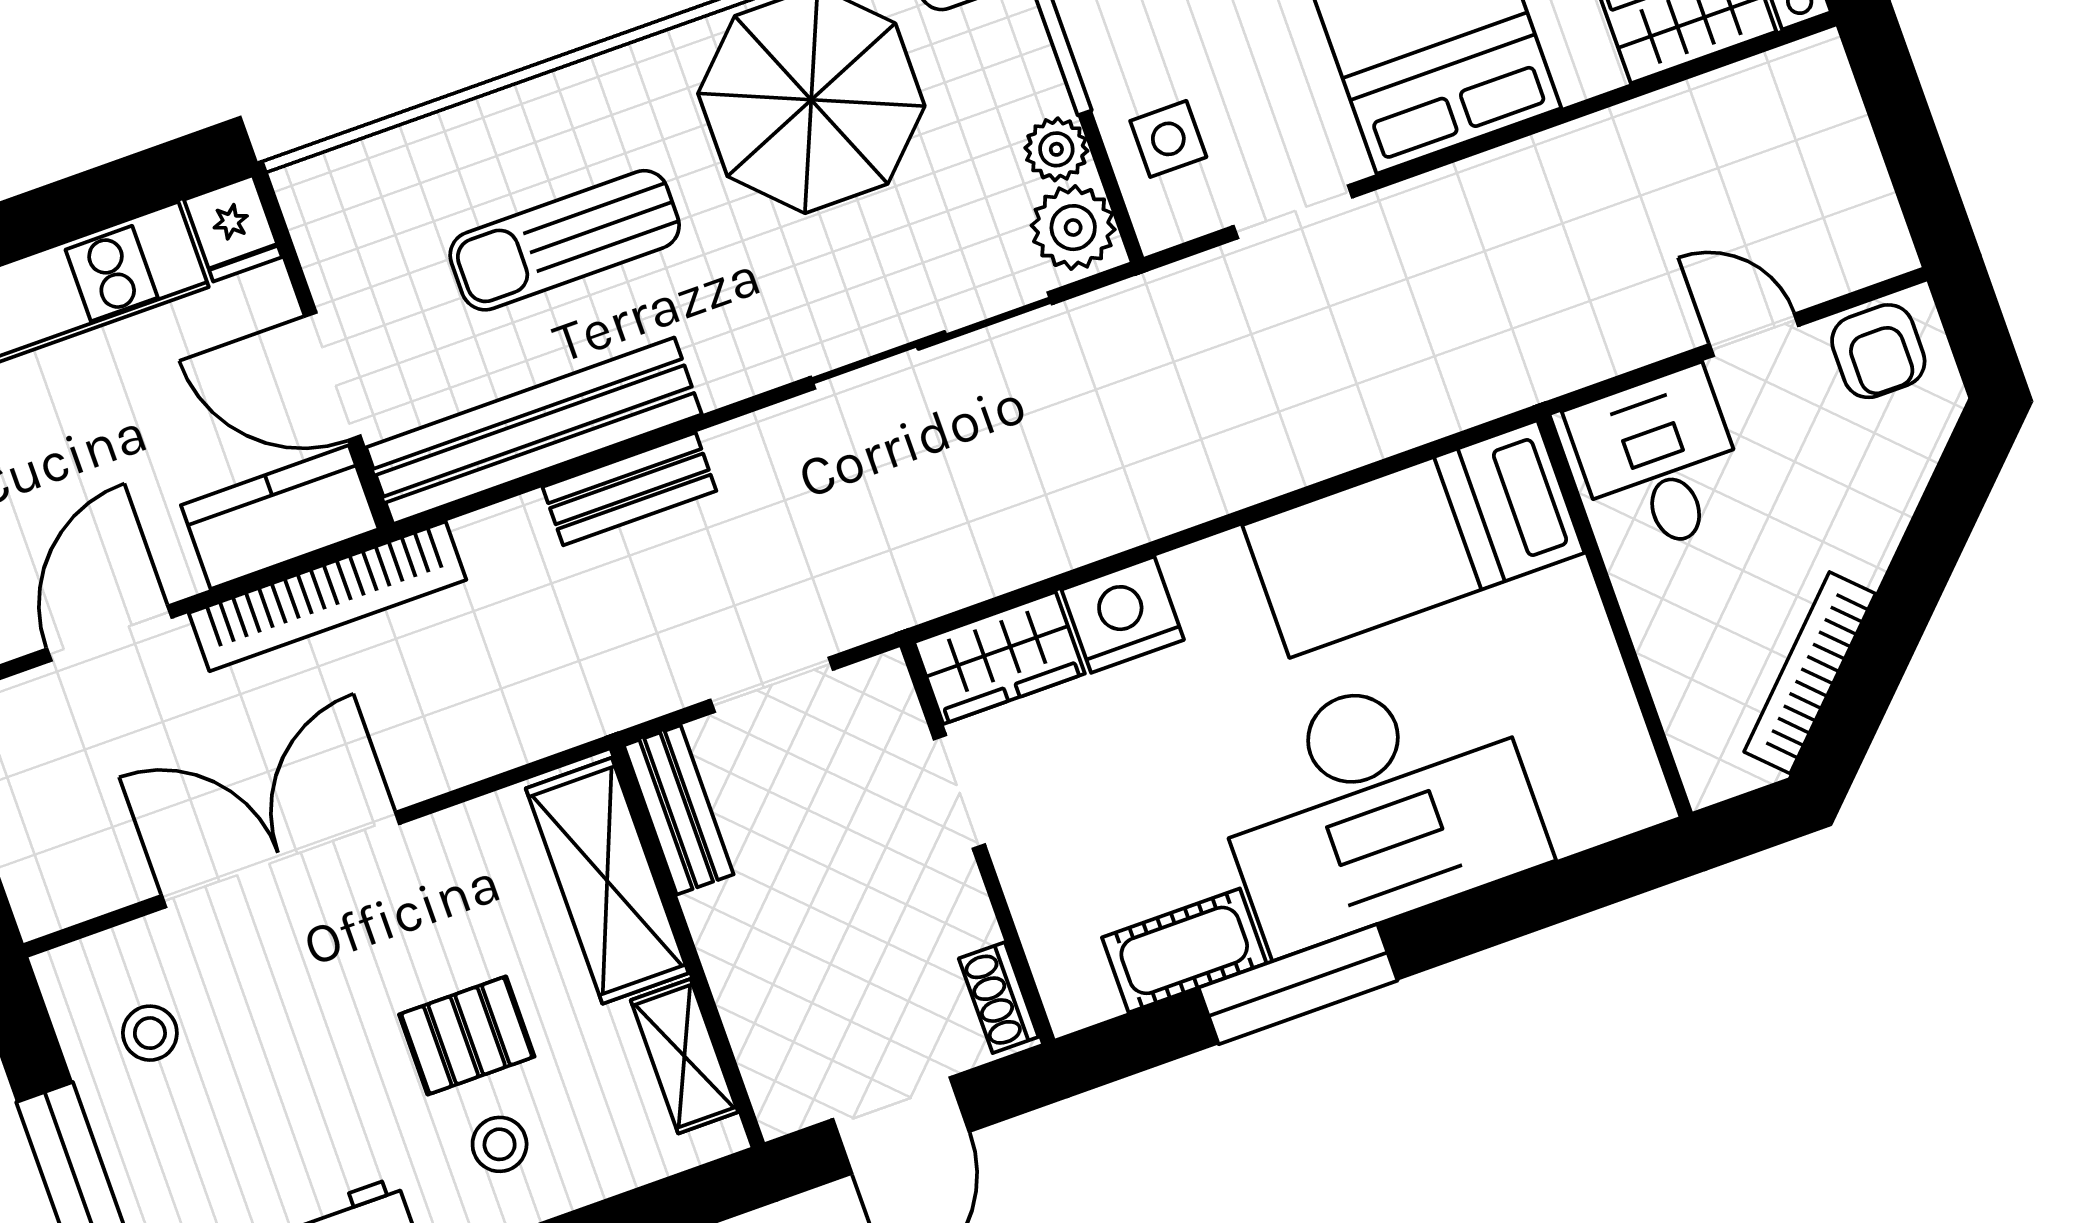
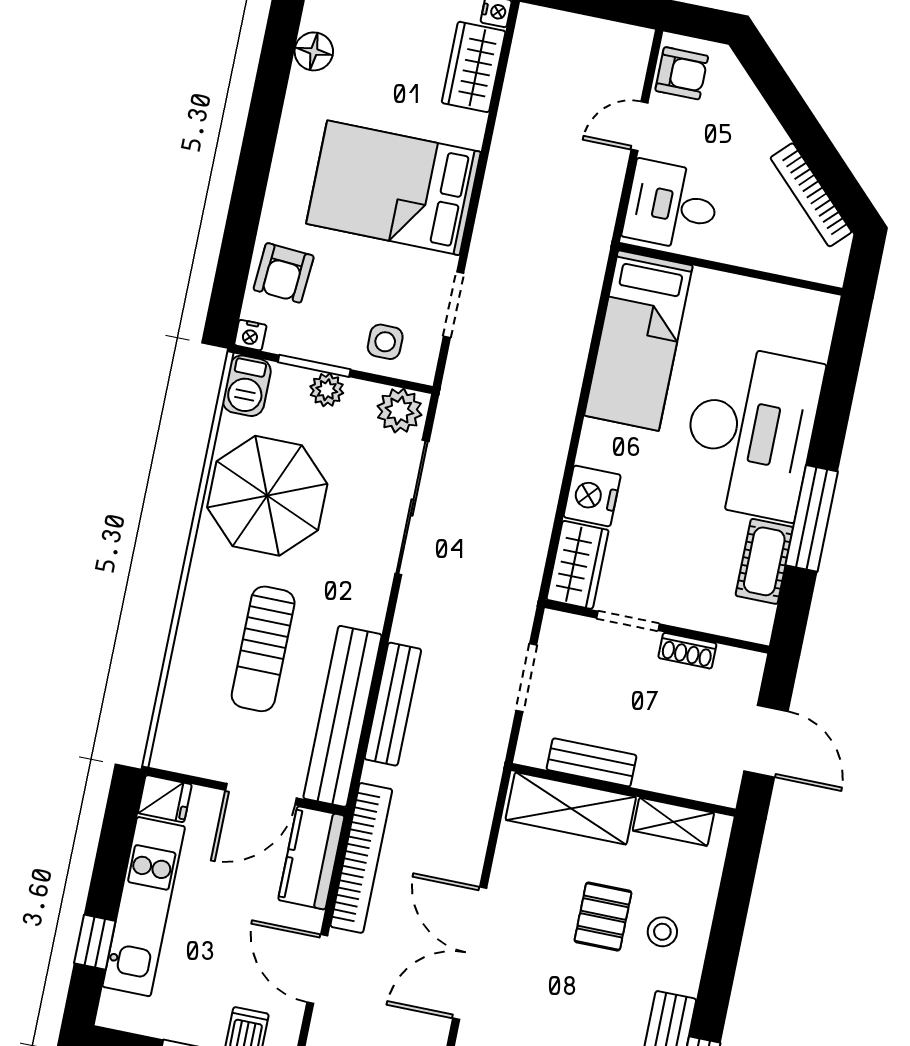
plant: (1056, 149) -> (327, 390), moved
bench: (629, 489) -> (393, 704), width x1.36
bench: (679, 810) -> (592, 762), moved
shoe rack: (999, 998) -> (687, 651), moved

